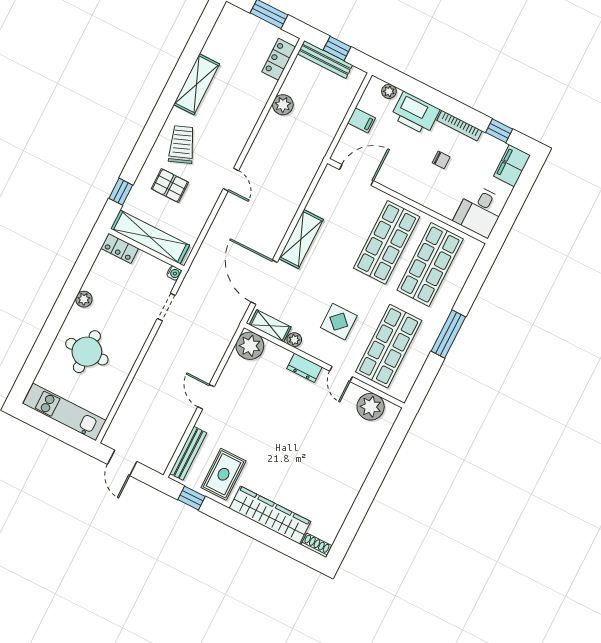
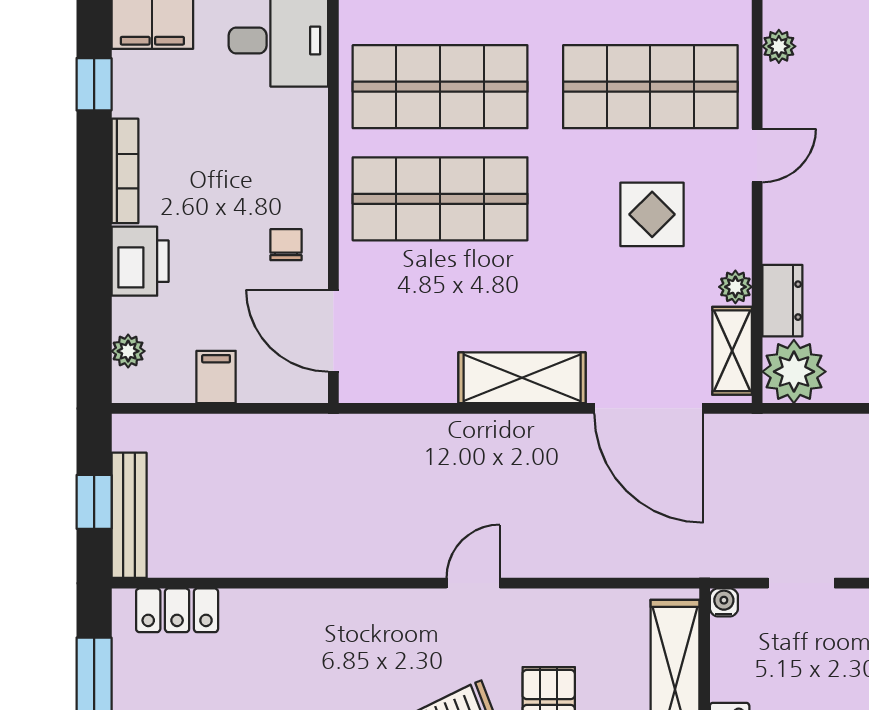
plant: (283, 105) -> (266, 554), removed
printer: (415, 113) -> (140, 261), width x0.73, depth x0.84
chair: (441, 160) -> (286, 245), moved
door: (264, 282) -> (649, 408), hinge flipped
dresser: (304, 368) -> (782, 301), moved
plant: (371, 407) -> (779, 46), width x0.53, depth x0.53

